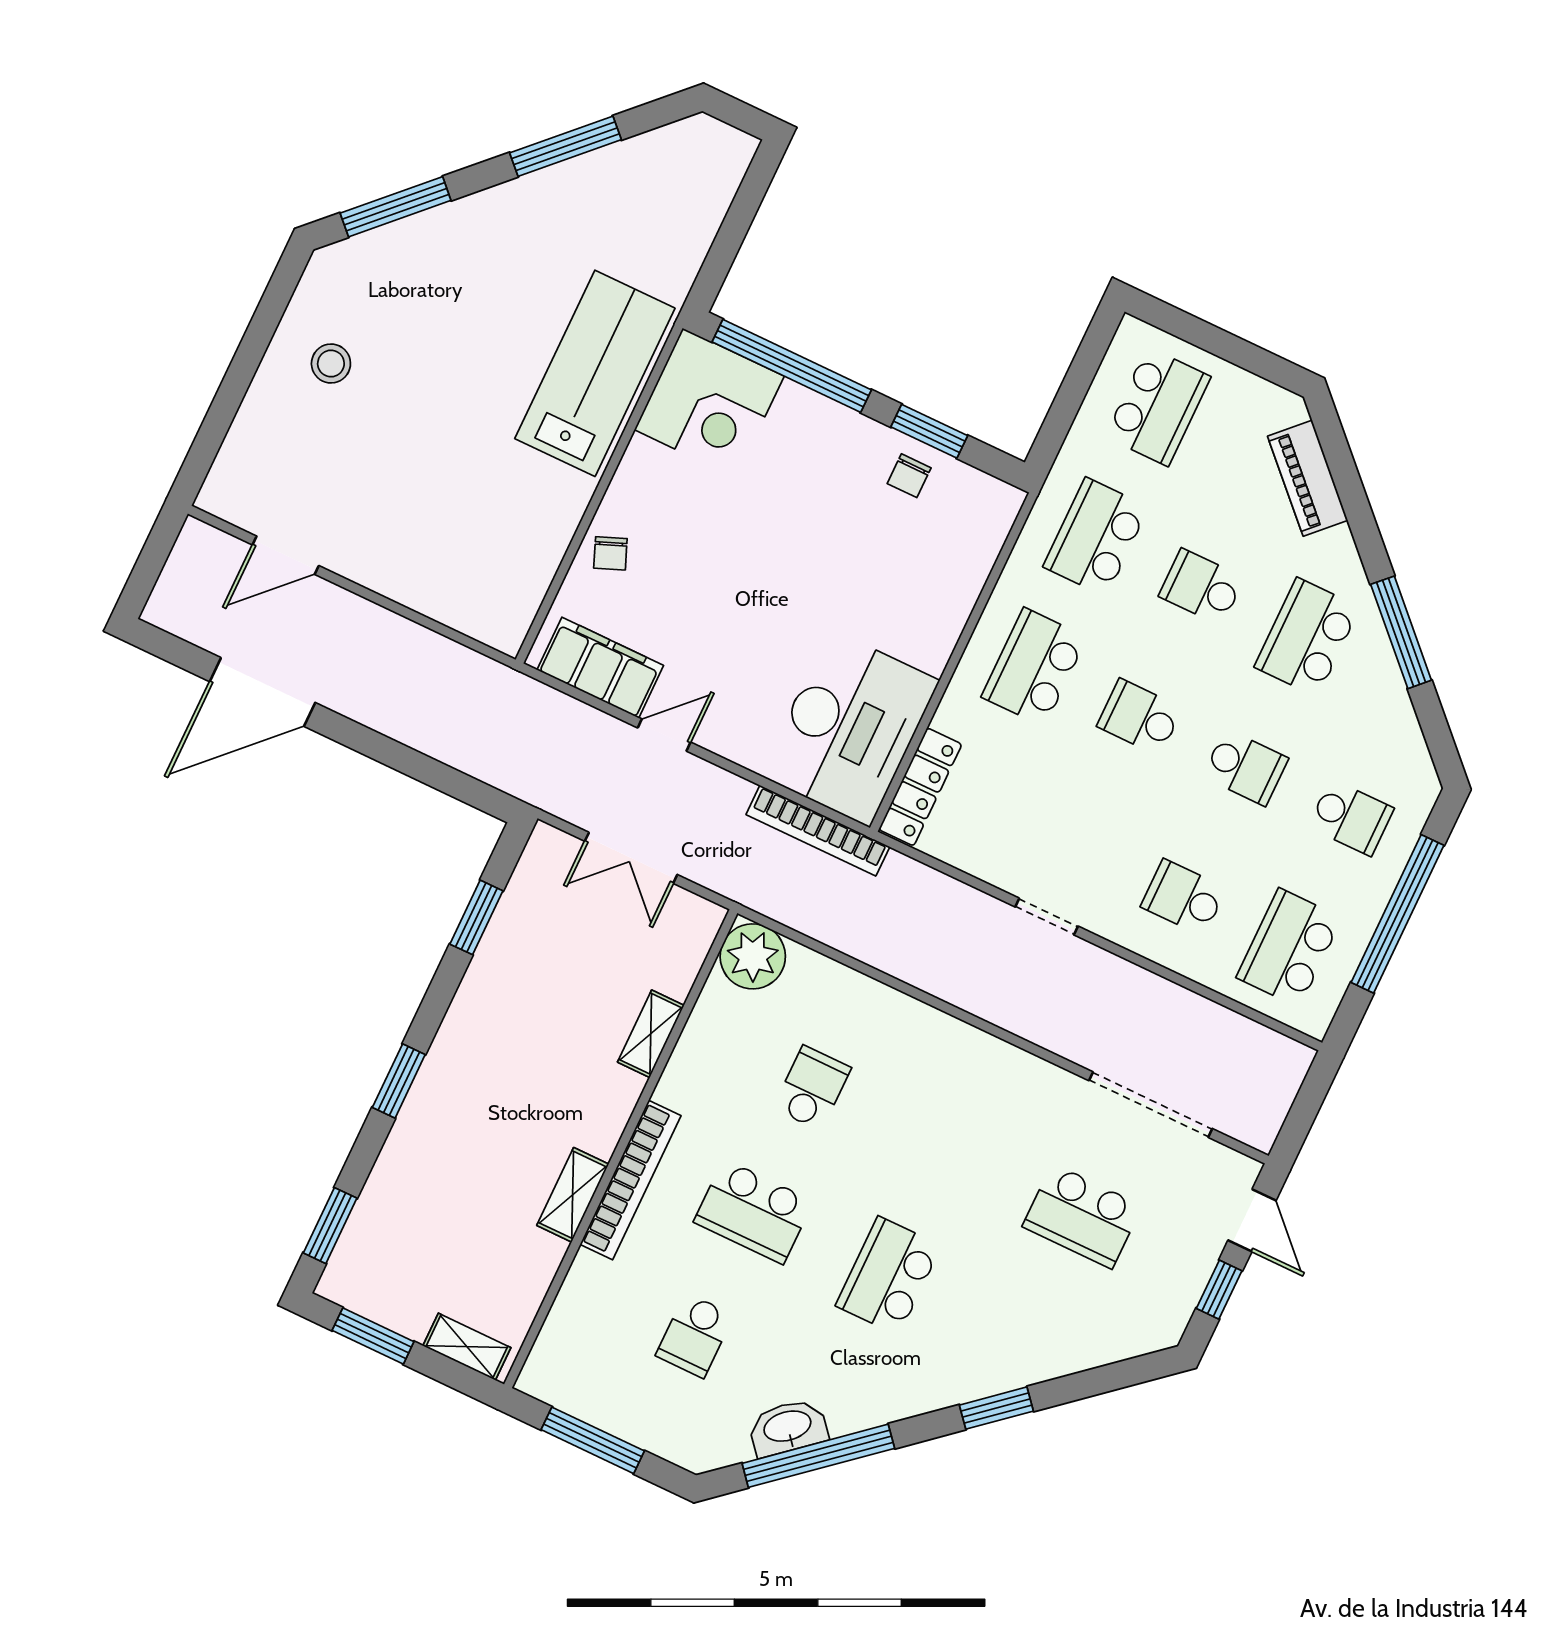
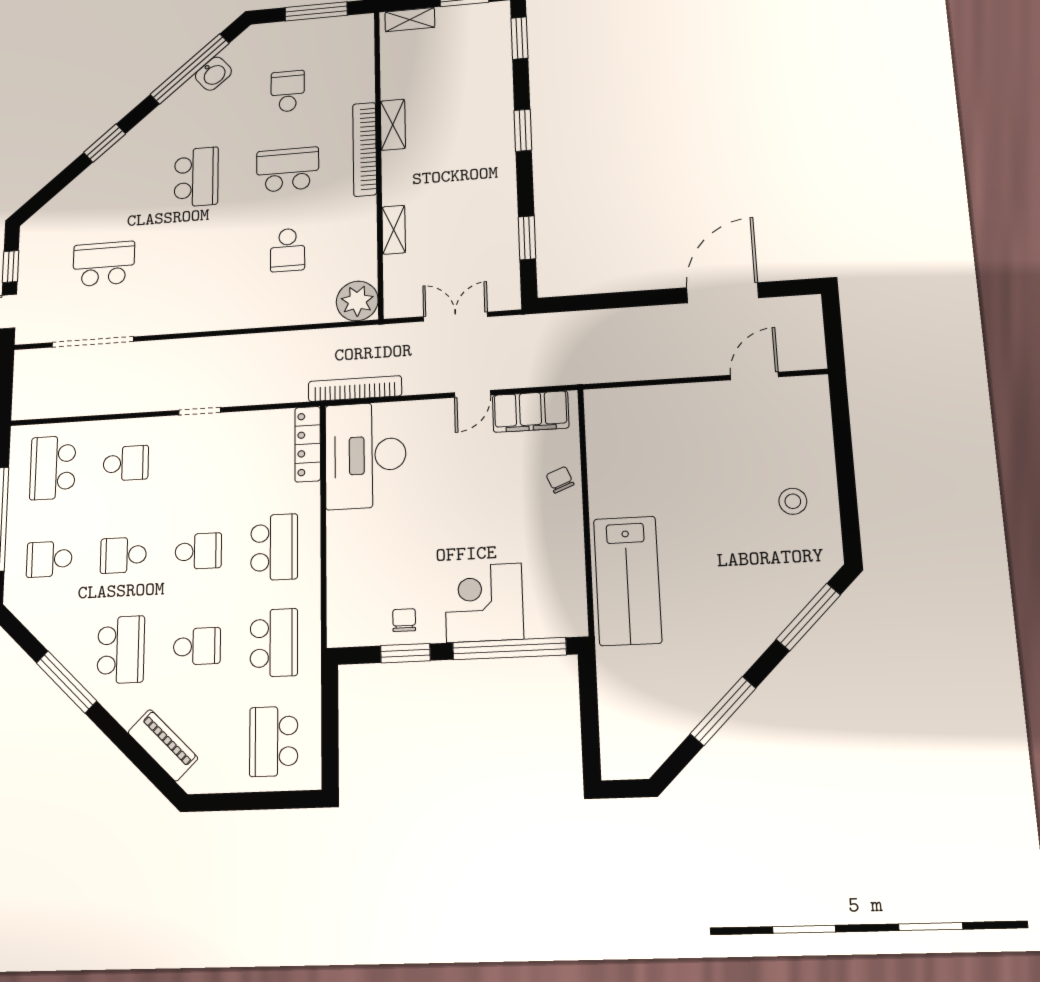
corner desk: (709, 403) -> (484, 603), moved
school desk: (1289, 948) -> (53, 468), turned 180
washbasin: (788, 1427) -> (213, 74), width x0.72

